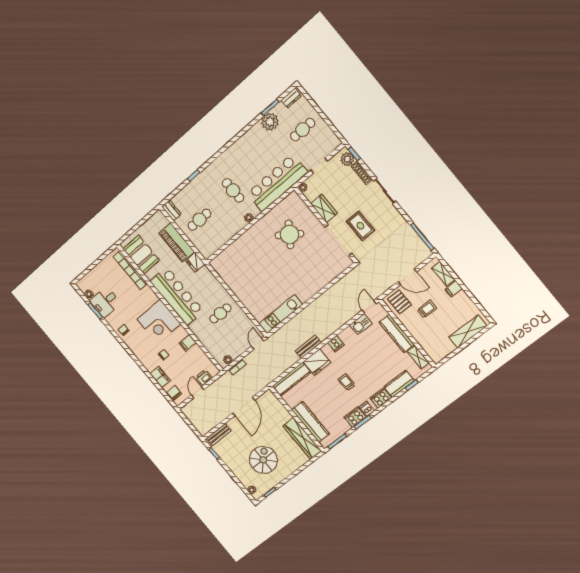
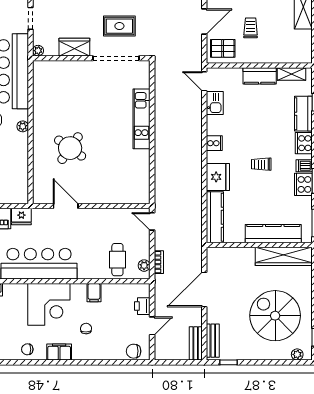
round table: (289, 234) -> (70, 148), moved
door: (223, 284) -> (66, 206), added
cafe table: (220, 313) -> (117, 260), moved
kitchen unit: (281, 314) -> (141, 119), moved
kitchen counter: (397, 333) -> (260, 76), width x0.67
bench: (308, 347) -> (196, 343), moved
filing cabinet: (160, 377) -> (59, 352), moved
door: (198, 392) -> (152, 326), swing flipped
door: (244, 407) -> (204, 290), swing flipped
spiral stairs: (263, 460) -> (275, 316), width x1.37, depth x1.37

